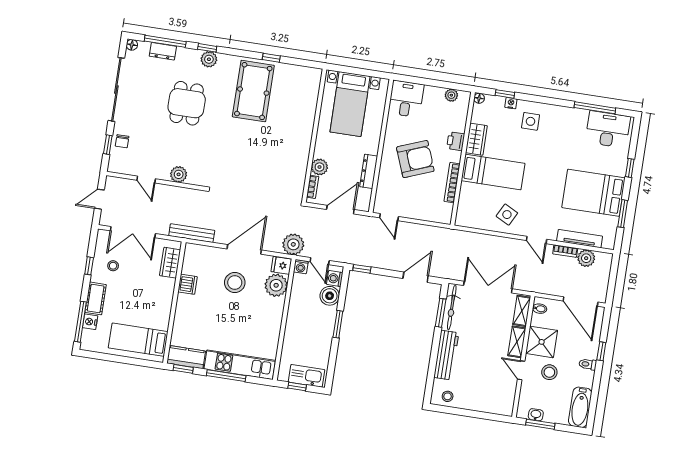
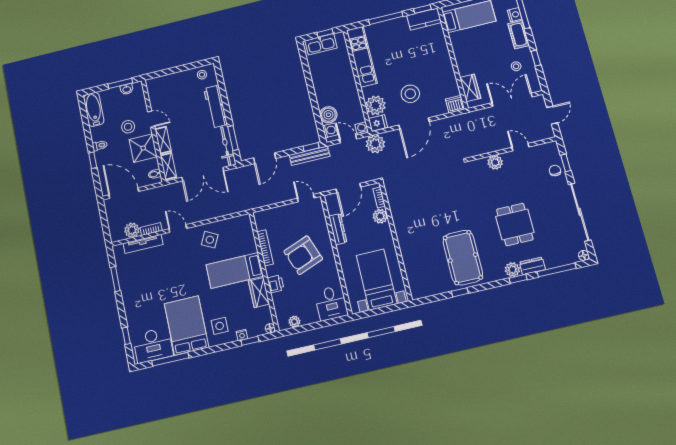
dresser: (163, 51) -> (532, 266), moved
window: (630, 168) -> (126, 336), moved
bed: (593, 193) -> (187, 325), moved, turned -90
bench: (192, 233) -> (310, 156), moved
dishwasher: (188, 284) -> (455, 104), moved, turned 90
window: (338, 324) -> (312, 95), removed
kitchen unit: (240, 365) -> (362, 57), moved, turned -90

